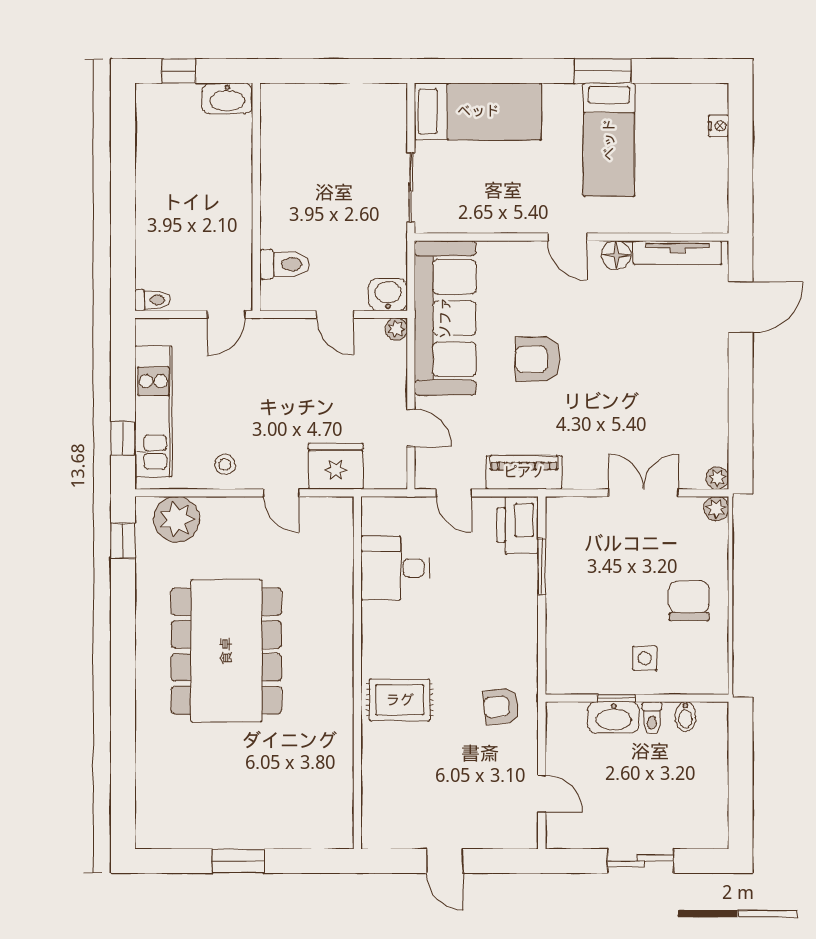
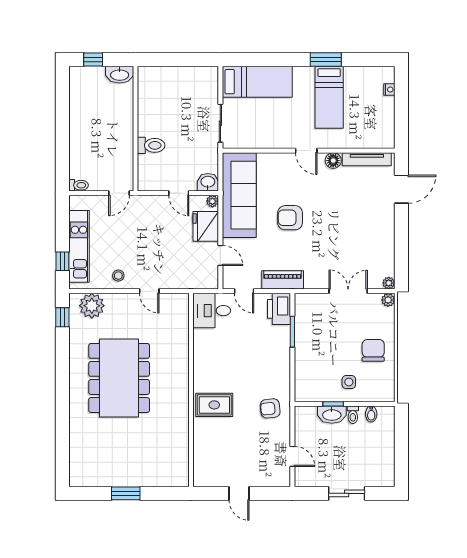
toilet: (285, 264) -> (151, 145), moved
fridge: (336, 466) -> (206, 226), moved, turned -90
desk: (395, 568) -> (212, 311), moved

